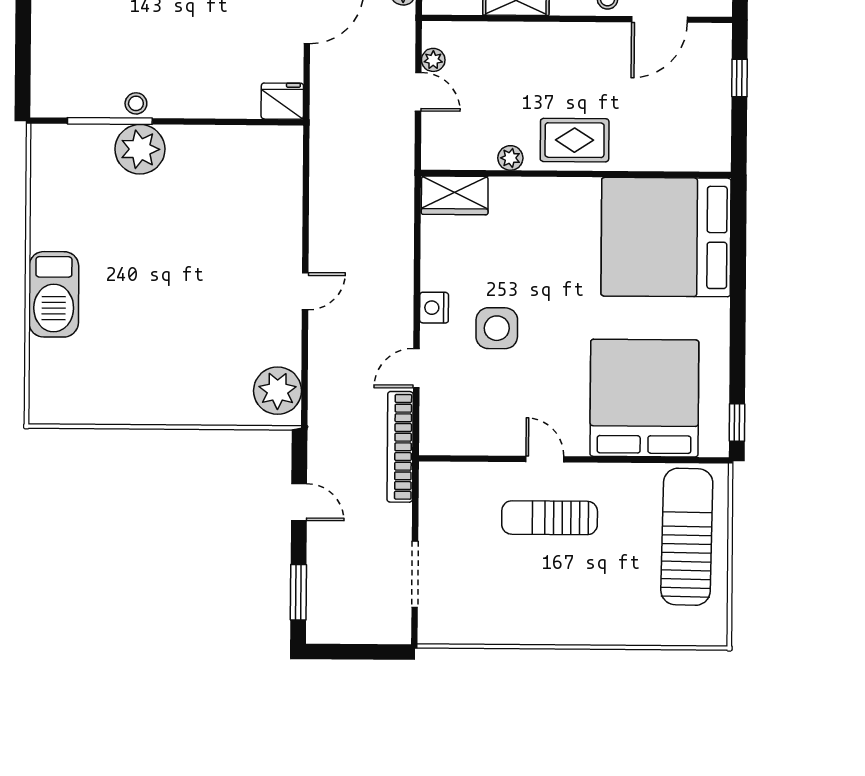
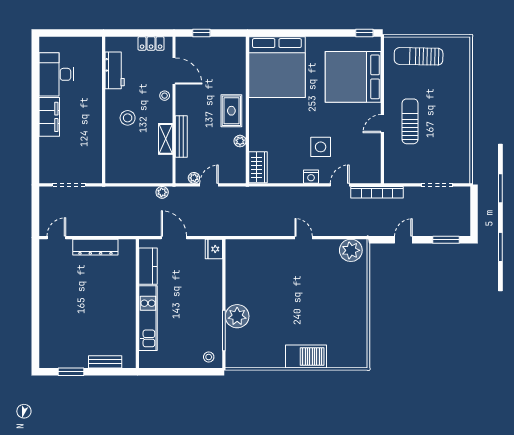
bench: (521, 34) -> (181, 137), added
stool: (136, 103) -> (209, 357), moved
door: (416, 368) -> (340, 185), swing flipped
sun lounger: (550, 518) -> (410, 121), turned 180
sun lounger: (687, 537) -> (419, 56), width x0.73, depth x0.75

